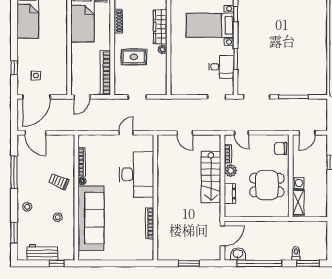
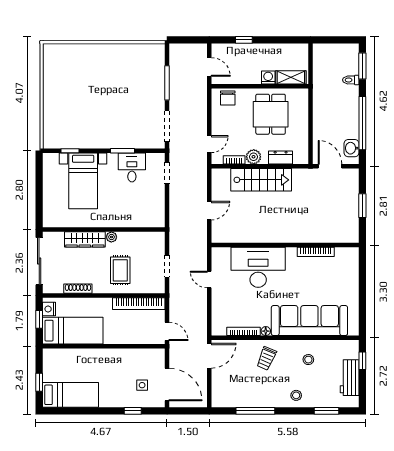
door: (35, 133) -> (209, 356), moved

